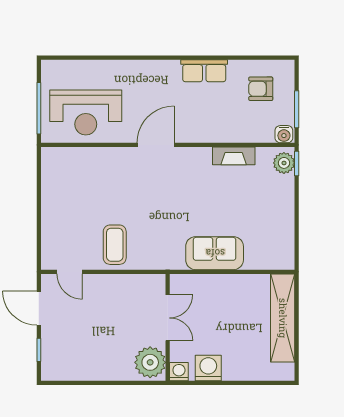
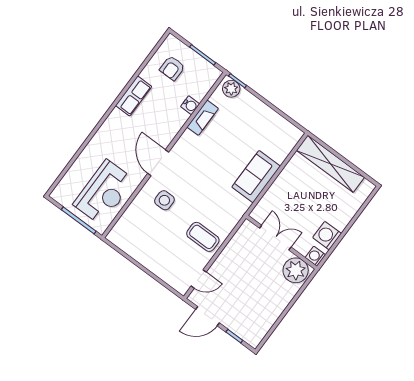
water cooler: (284, 134) -> (190, 105), moved
side table: (123, 179) -> (164, 200), added

